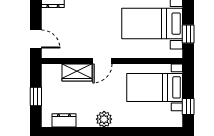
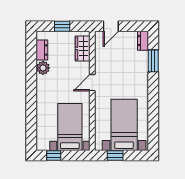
door: (102, 61) -> (92, 83), hinge flipped
wardrobe: (77, 72) -> (83, 48), moved
plant: (104, 119) -> (43, 68), moved

